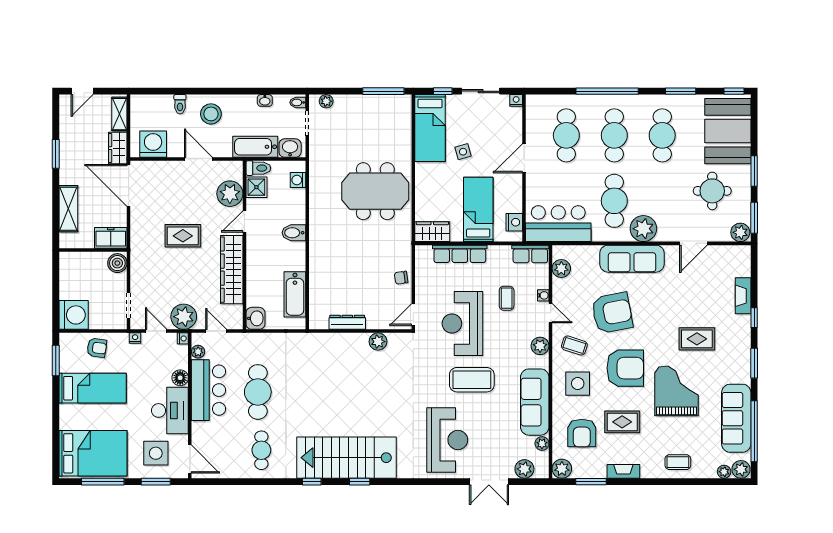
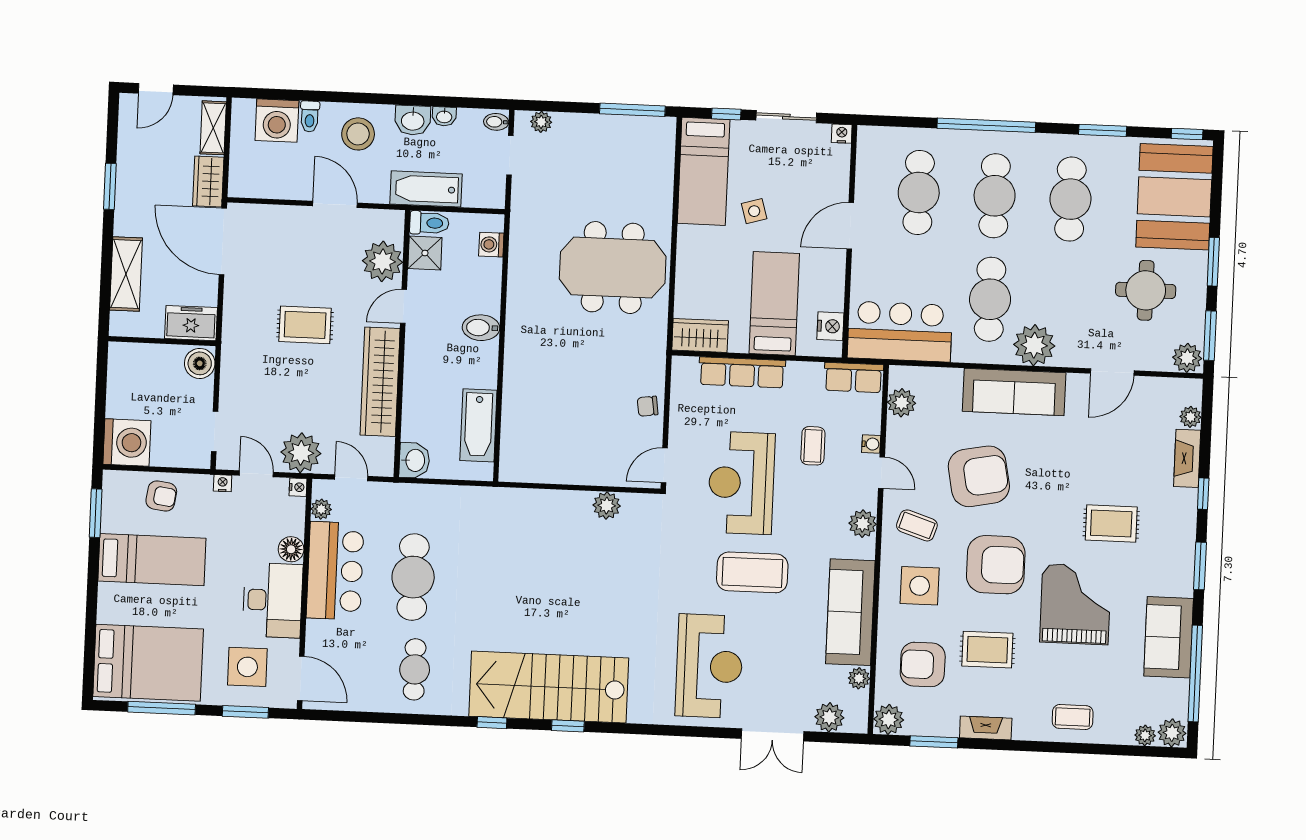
washing machine: (153, 144) -> (277, 121), moved, turned 180
washbasin: (290, 148) -> (413, 120), moved, turned 180
plant: (744, 269) -> (1190, 417), added
dresser: (347, 322) -> (559, 473), removed
sofa: (736, 418) -> (1169, 637), width x0.73
armchair: (582, 433) -> (923, 664), turned 90

